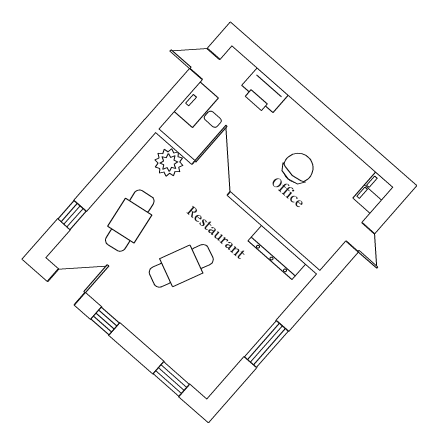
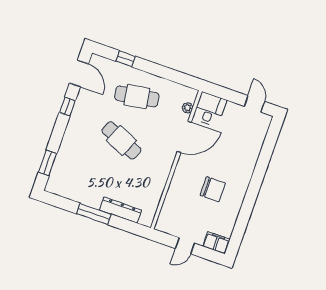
printer: (263, 92) -> (252, 148), removed
desk: (203, 111) -> (210, 109), moved
plant: (169, 163) -> (188, 108), width x0.53, depth x0.53
dresser: (277, 252) -> (120, 210), moved, turned 90

